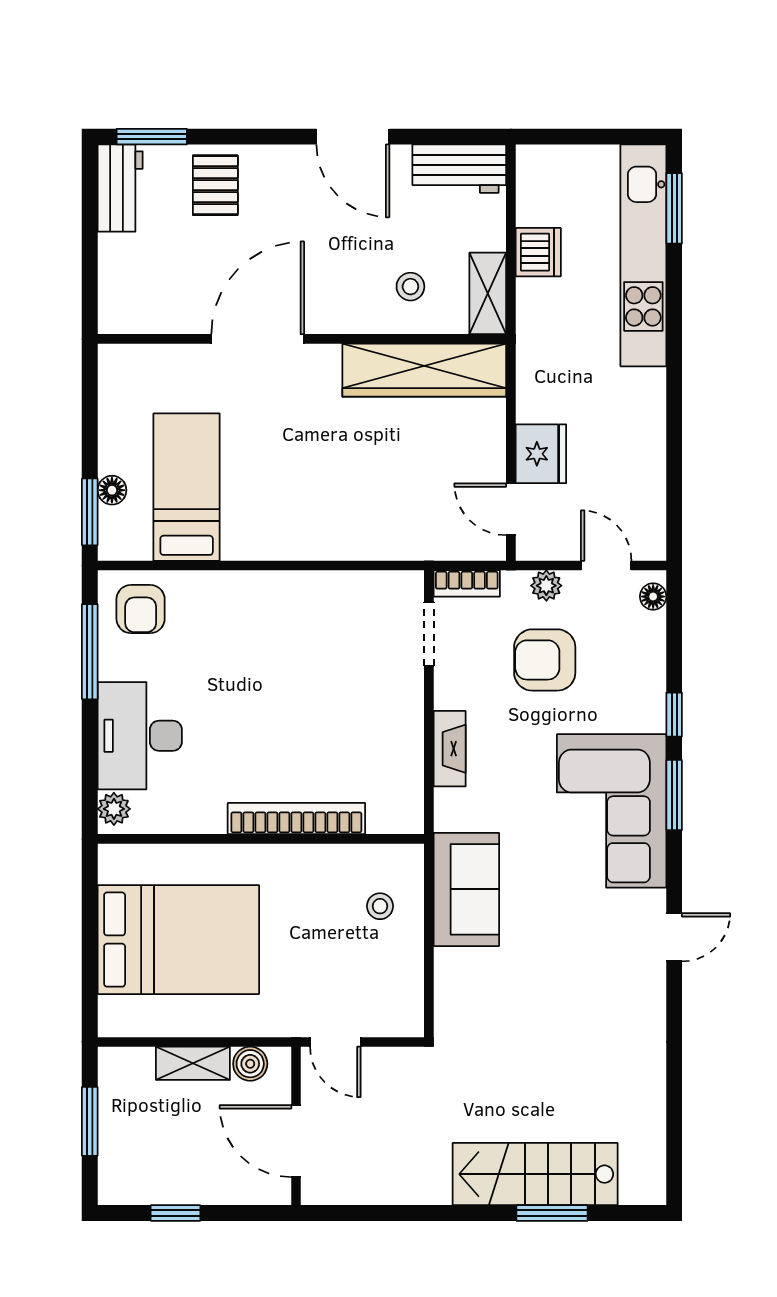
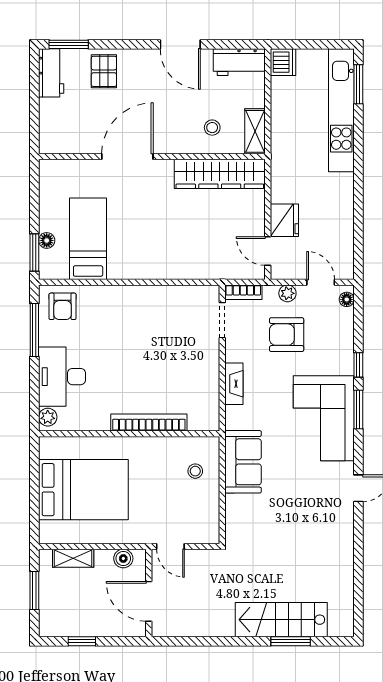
dishwasher: (538, 252) -> (283, 62), moved
shelving: (193, 1063) -> (73, 558), moved

